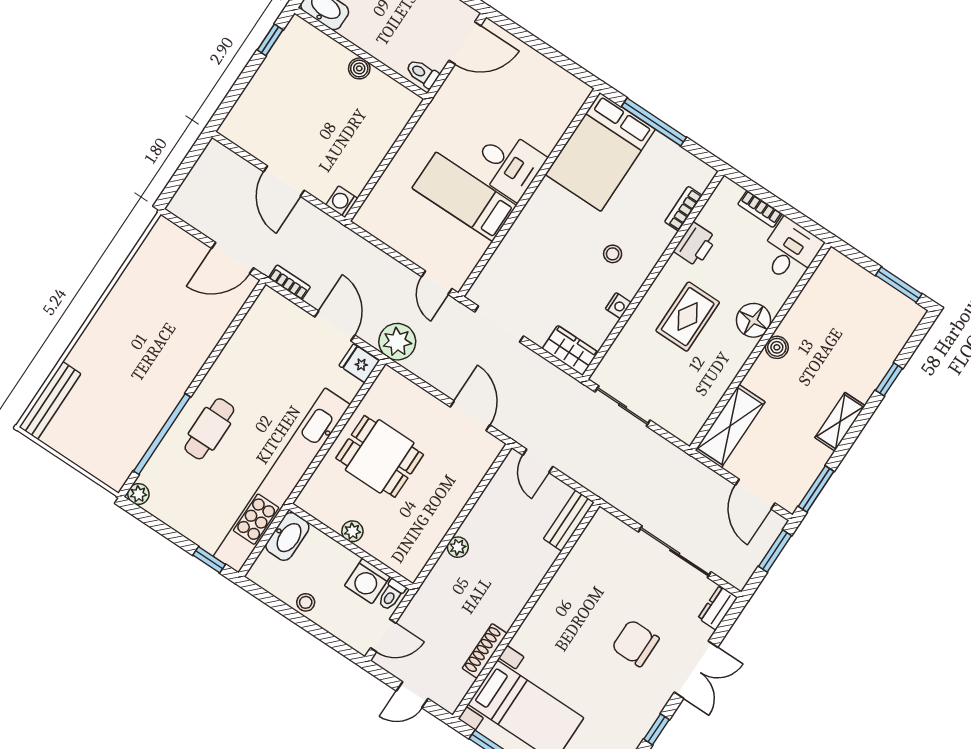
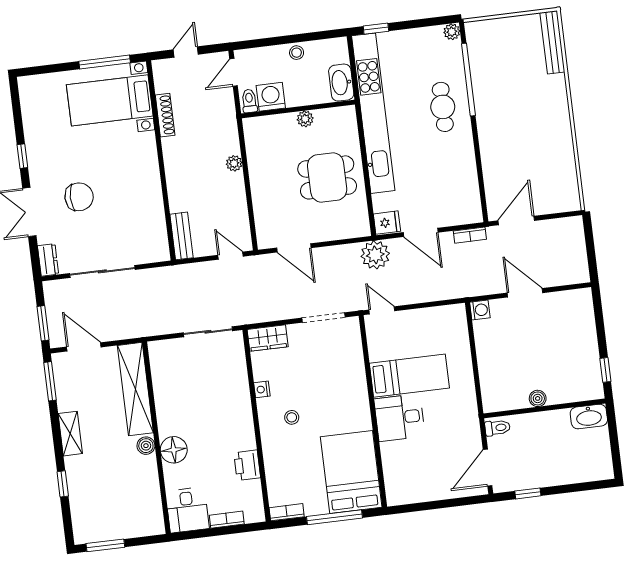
bookcase: (683, 209) -> (287, 512), moved, turned -90
rug: (688, 317) -> (215, 418), removed
shelving: (730, 426) -> (135, 389), width x1.47

